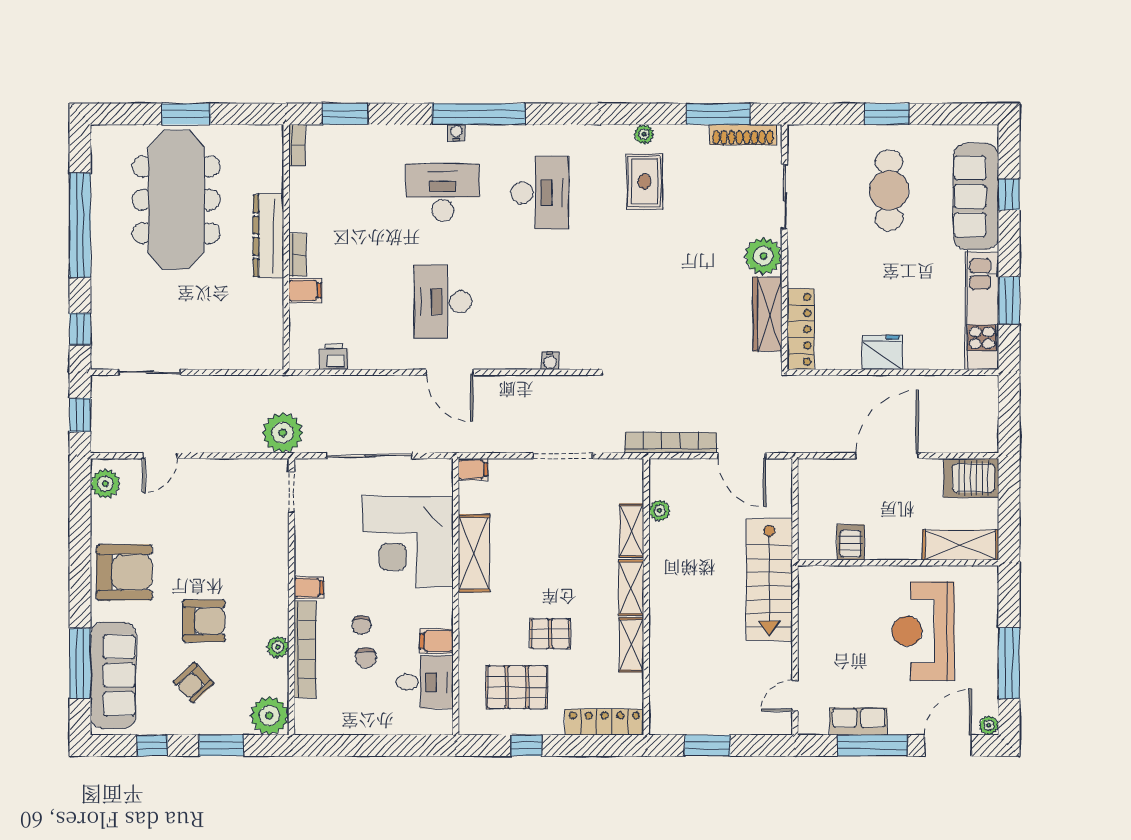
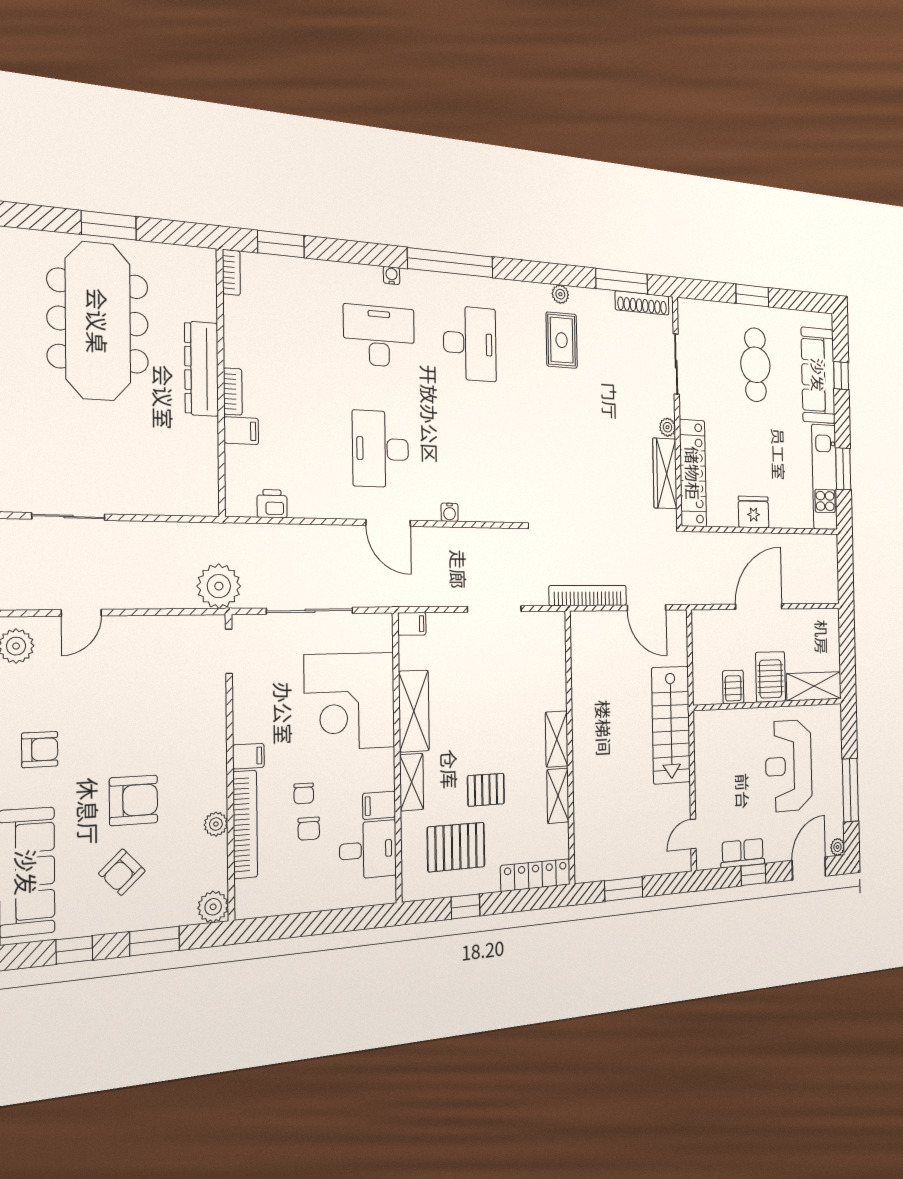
window: (479, 114) -> (451, 263), moved
plant: (763, 256) -> (667, 427), width x0.53, depth x0.53
locker: (801, 329) -> (693, 473), width x1.41, depth x1.21
water cooler: (550, 361) -> (450, 512), moved
server rack: (971, 478) -> (770, 677), moved, turned 90
plant: (660, 510) -> (580, 662), removed
shelving: (632, 531) -> (412, 782), moved
armchair: (124, 572) -> (40, 750), width x0.53, depth x0.53
plant: (269, 716) -> (213, 907), width x0.73, depth x0.73
window: (872, 745) -> (753, 875), width x0.46

